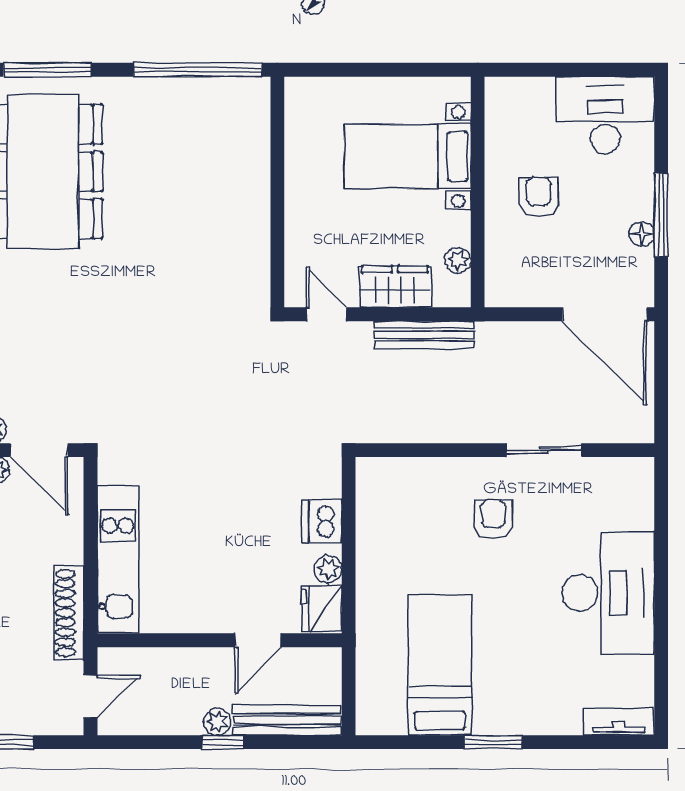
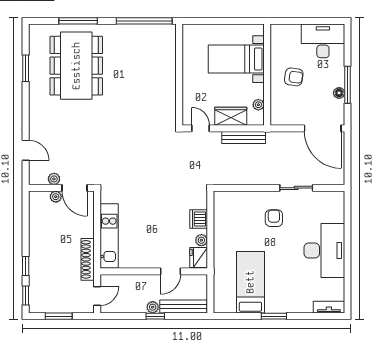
armchair: (539, 197) -> (294, 77), turned 98

